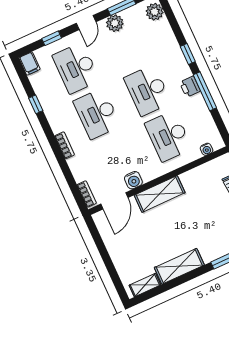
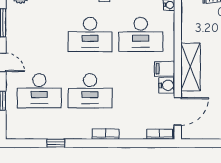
plant: (115, 23) -> (14, 36), removed
filing cabinet: (29, 64) -> (165, 69), moved, turned 180
door: (114, 201) -> (178, 111), hinge flipped

